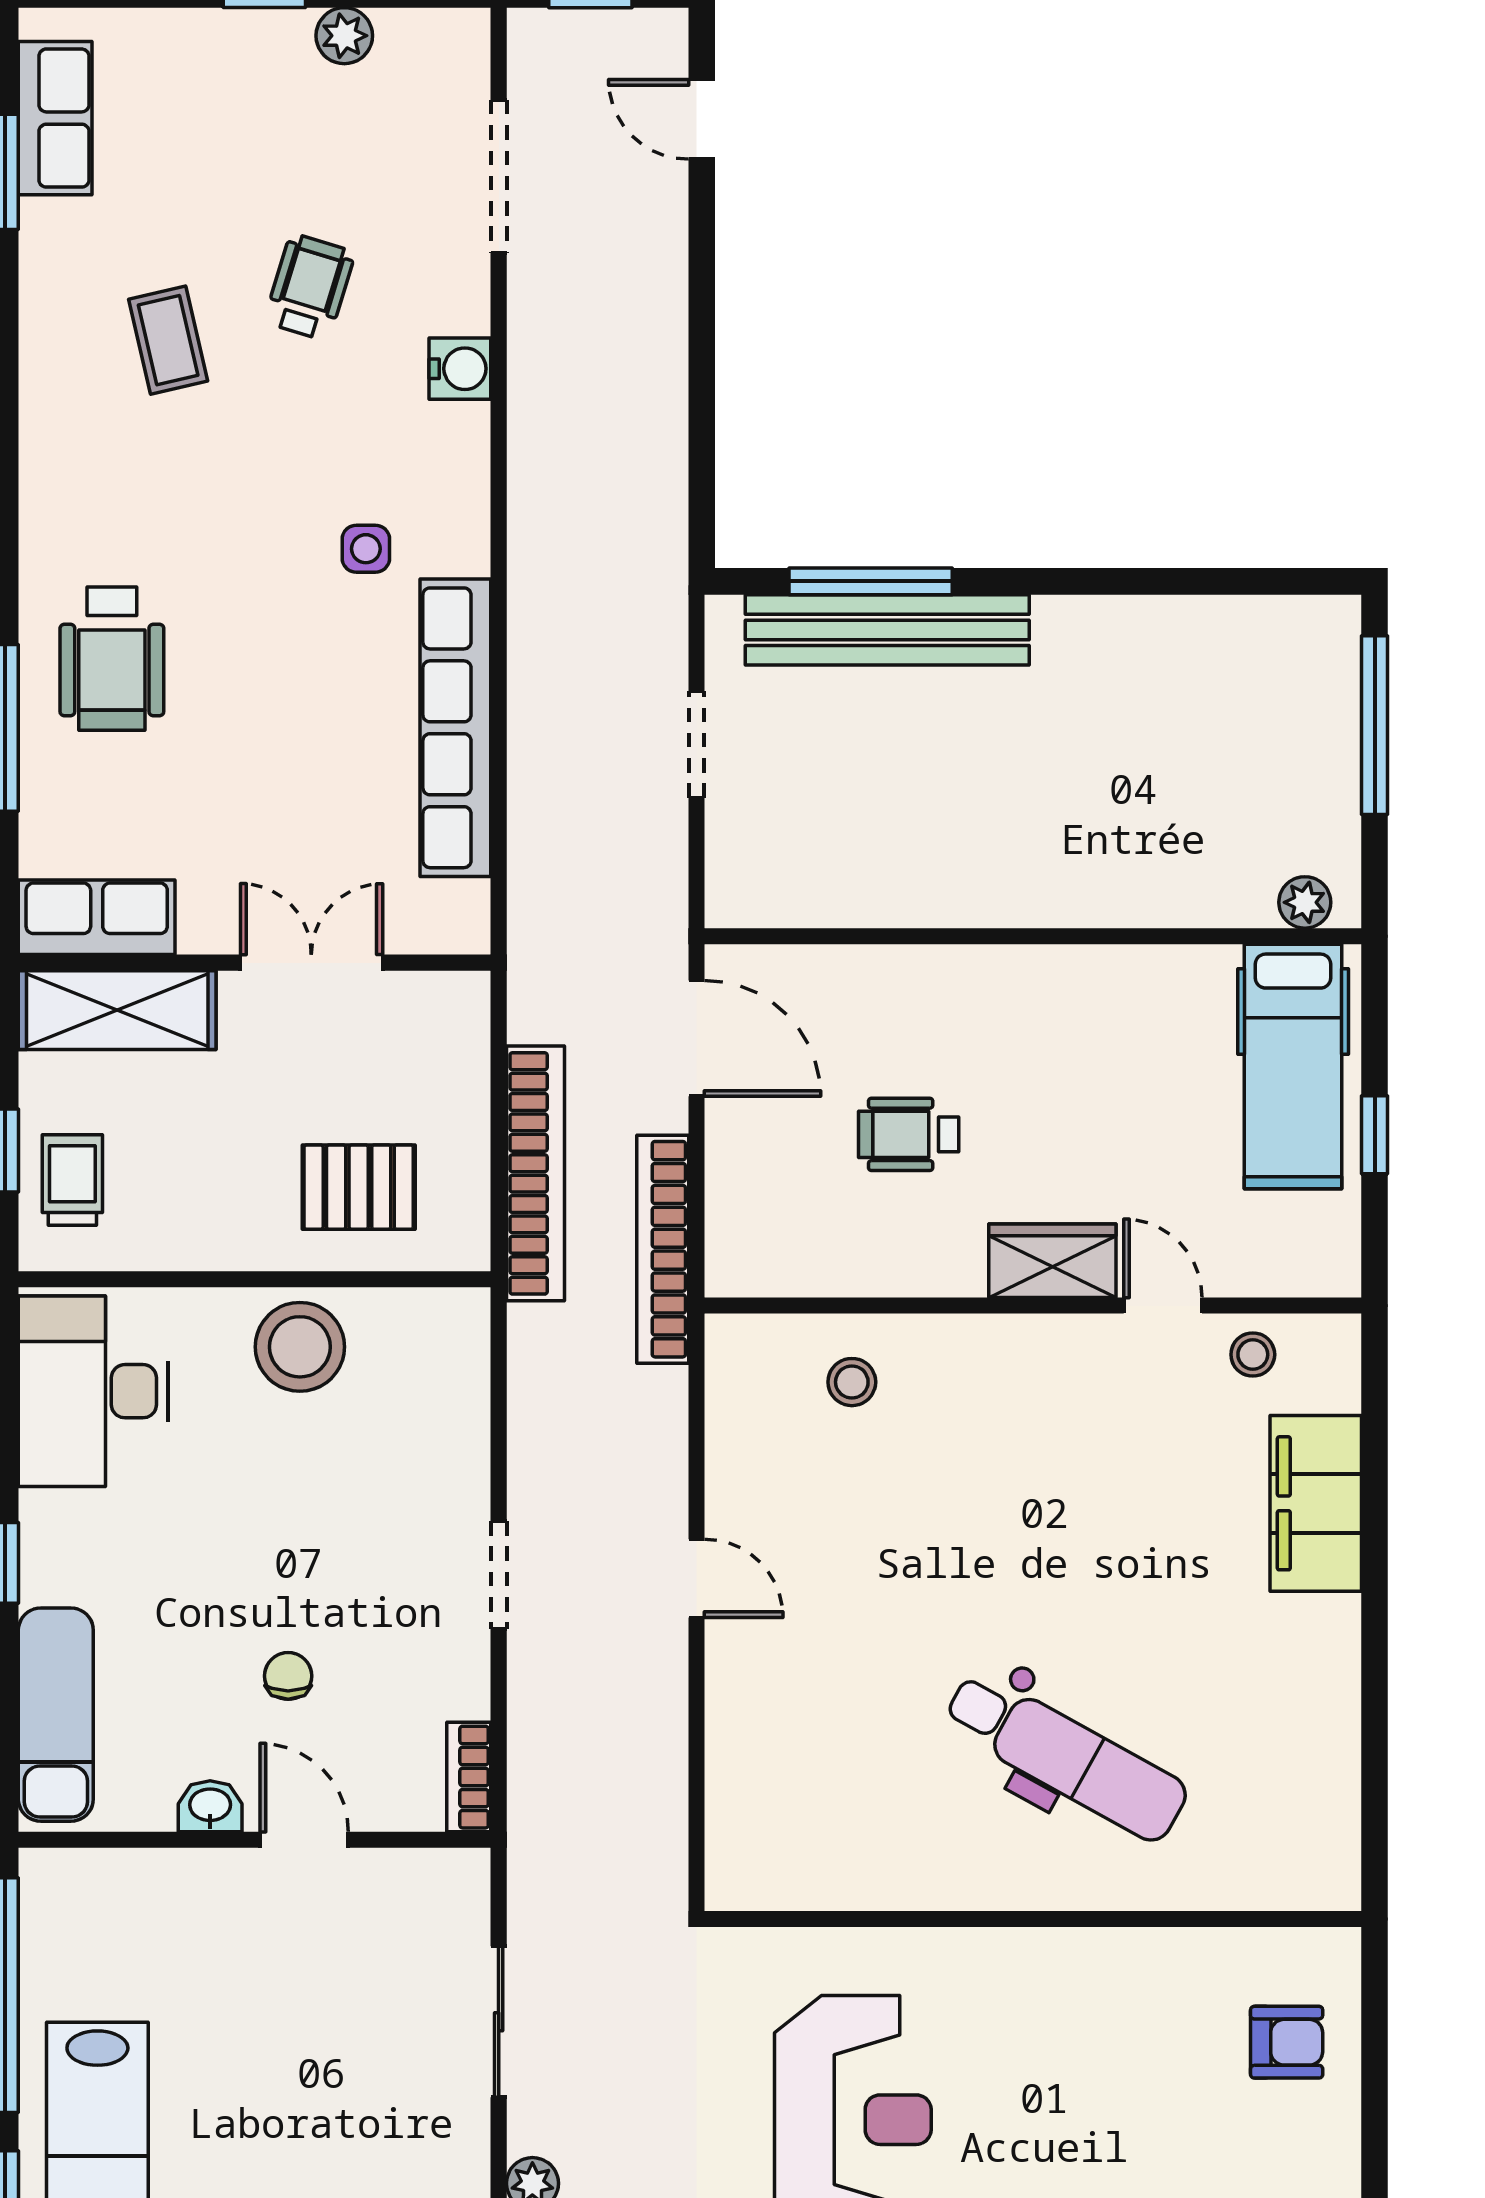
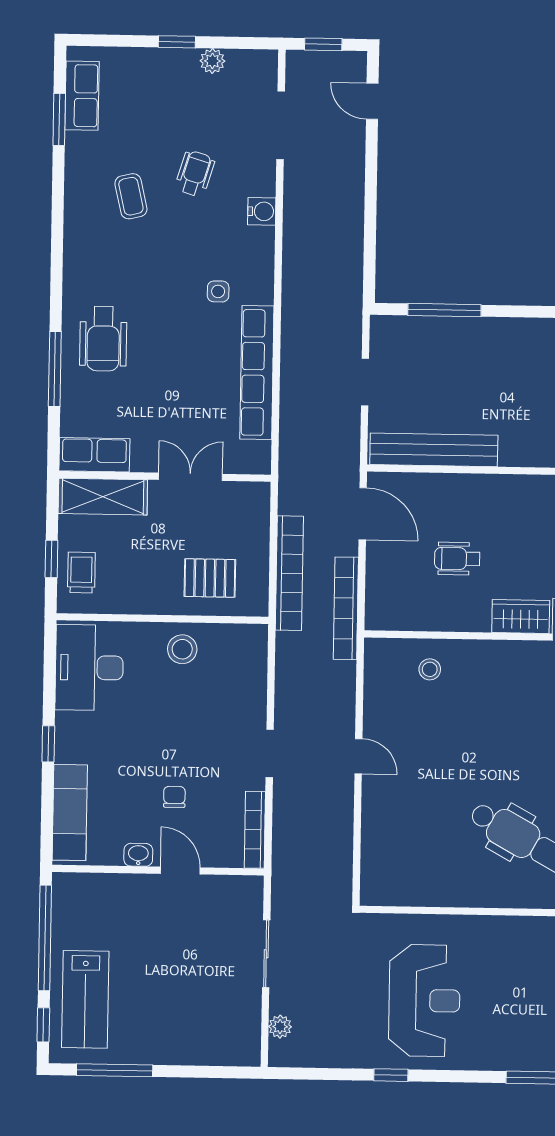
bench: (887, 630) -> (434, 450), moved
stool: (300, 1347) -> (182, 649), width x0.73, depth x0.73
bookcase: (469, 1777) -> (255, 830), width x1.56

